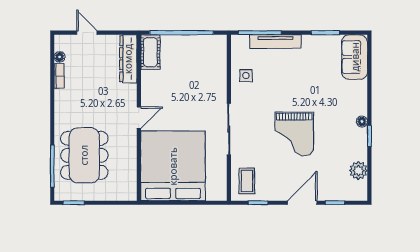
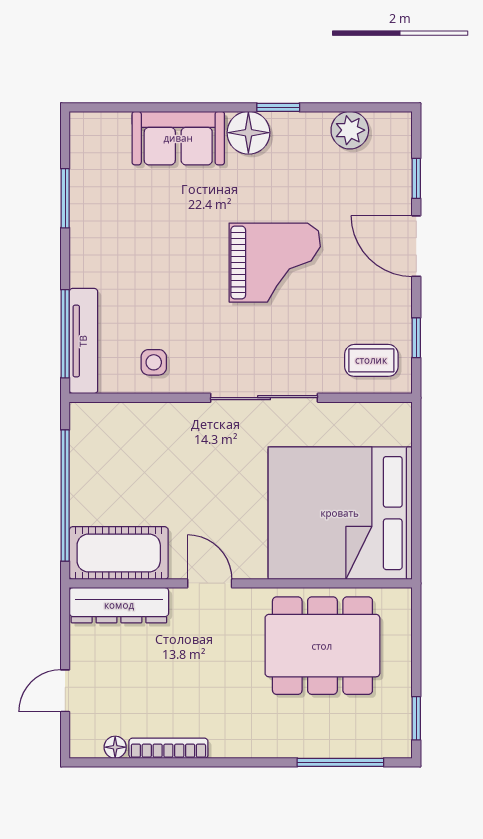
tv unit: (275, 42) -> (83, 341), moved
cot: (150, 52) -> (119, 553), width x1.37, depth x1.34
sofa: (355, 57) -> (178, 138), moved
bookcase: (59, 76) -> (168, 748), width x1.56
door: (139, 118) -> (210, 583), moved
floor lamp: (362, 121) -> (248, 133), width x1.89, depth x1.89
dining table: (84, 155) -> (322, 646), moved

